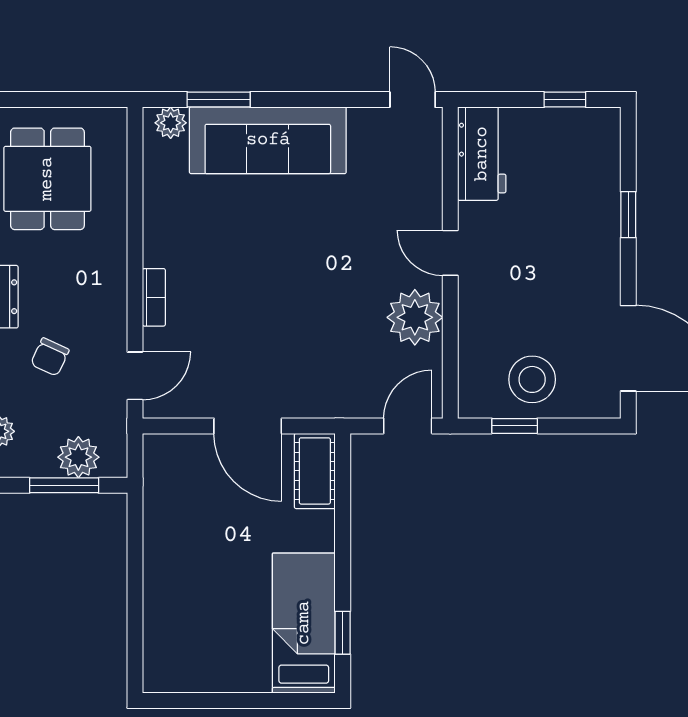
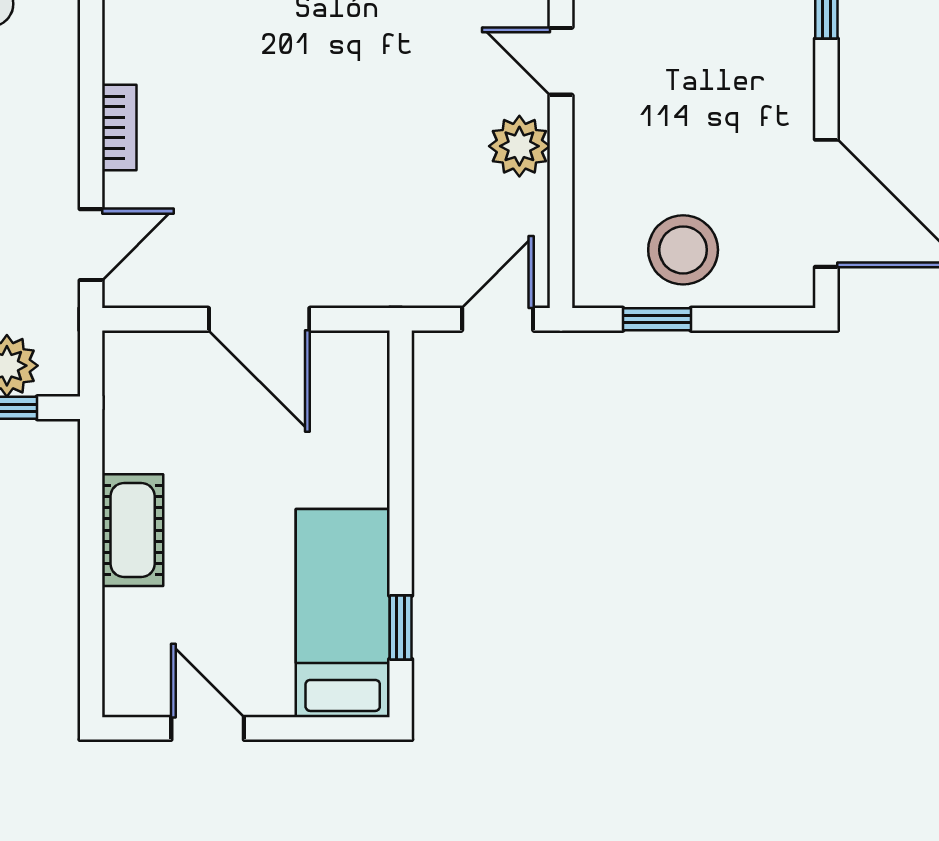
plant: (415, 317) -> (519, 146), width x0.73, depth x0.73
cot: (315, 471) -> (133, 530), moved
door: (213, 700) -> (208, 728), added

